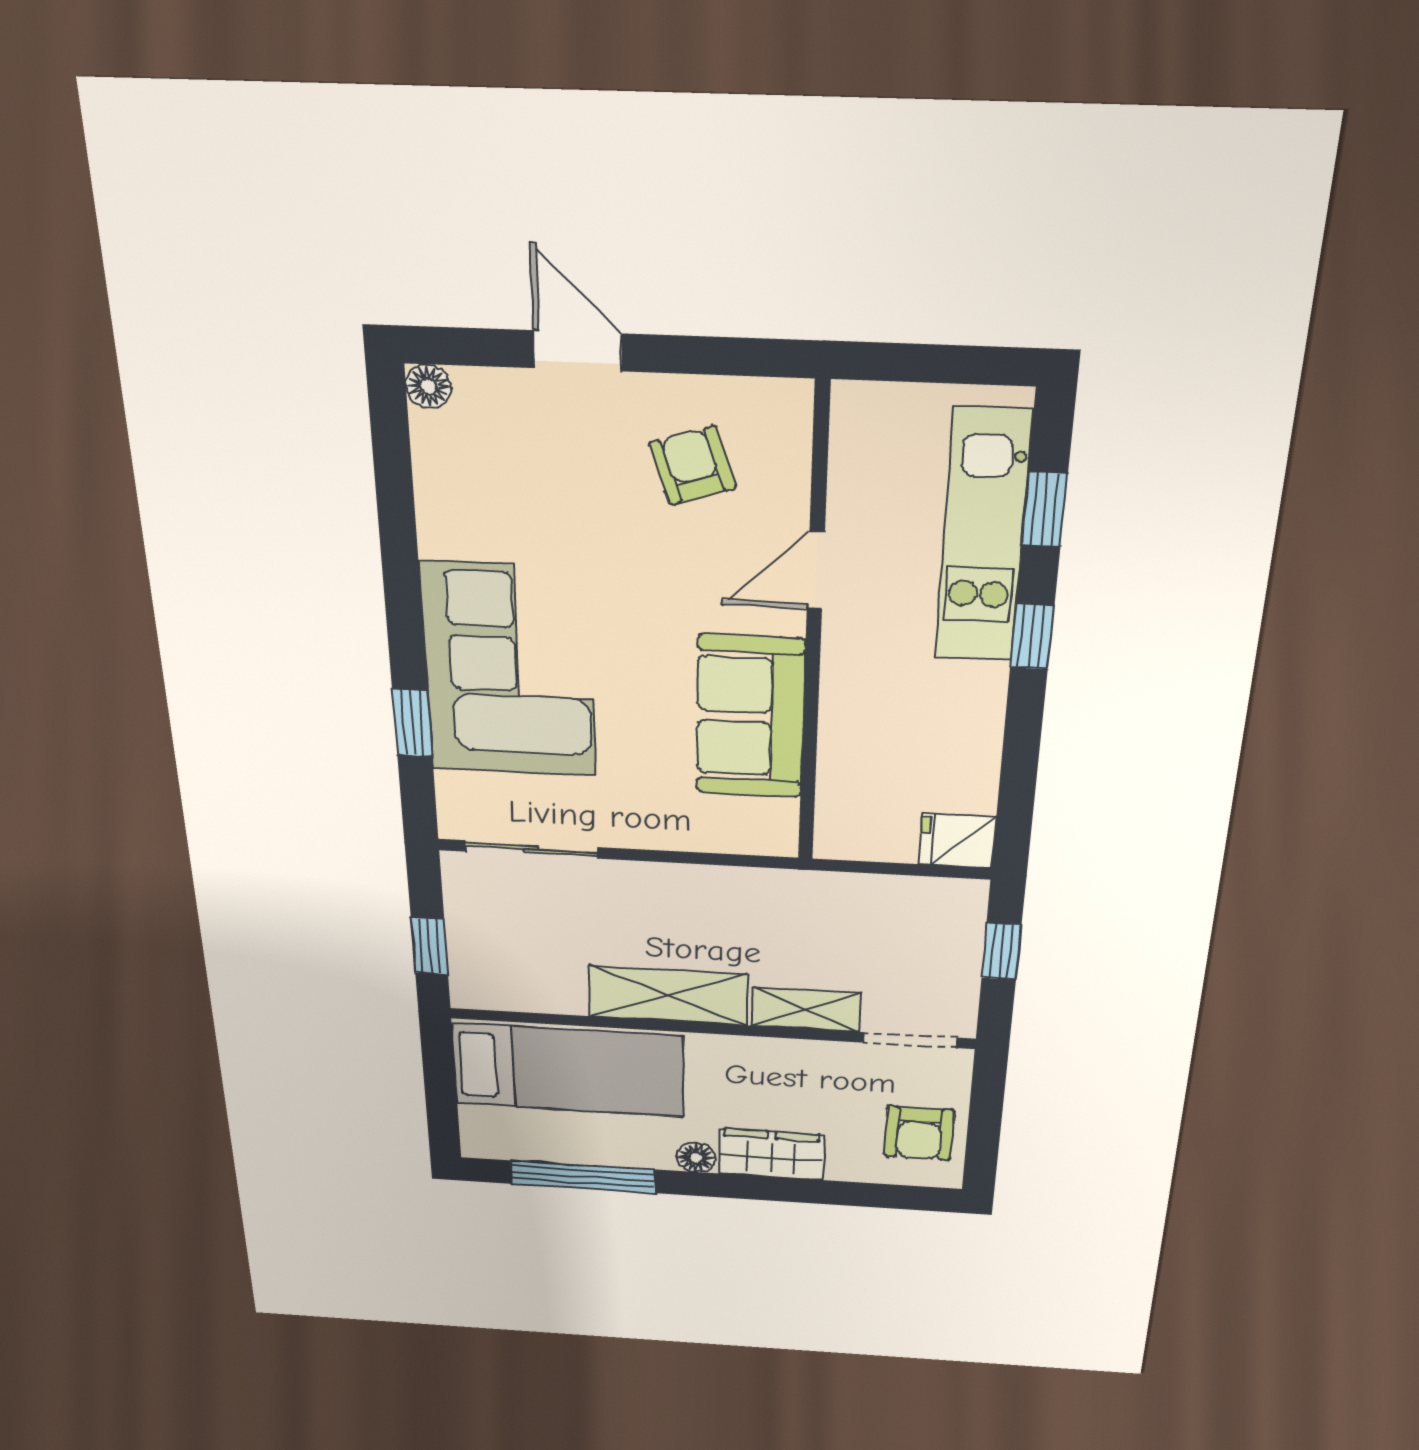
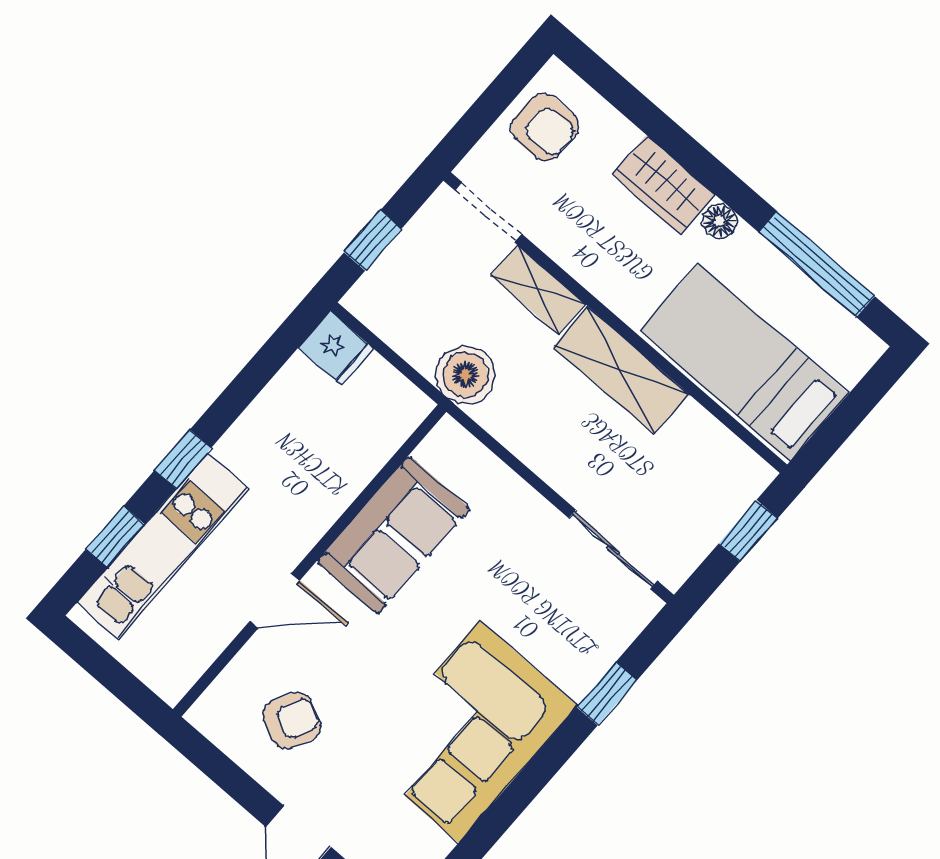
armchair: (693, 466) -> (292, 721), turned -135
corner sofa: (509, 671) -> (469, 732), moved
boiler: (809, 900) -> (465, 375), added
armchair: (919, 1133) -> (545, 127), turned 90

